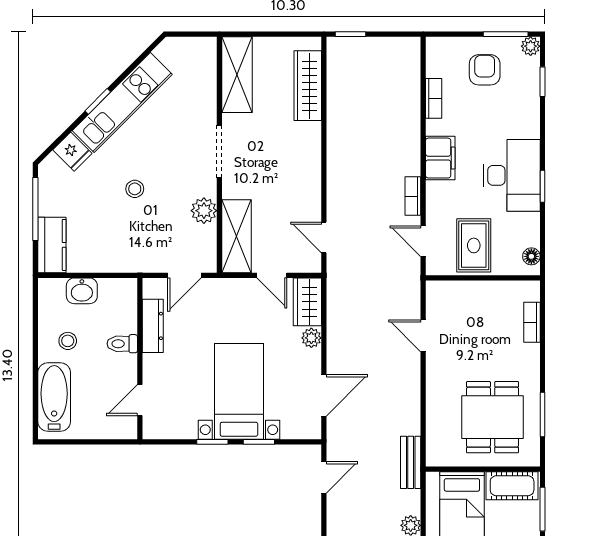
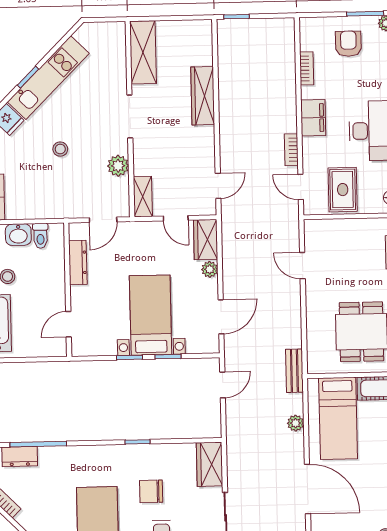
wardrobe: (308, 86) -> (203, 96), moved
shelving: (236, 236) -> (143, 197), width x0.67, depth x0.75
door: (324, 237) -> (218, 186), swing flipped
toilet: (122, 344) -> (40, 236), moved, turned -90

